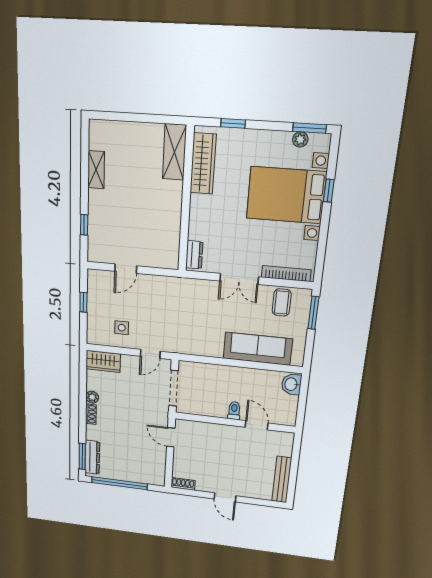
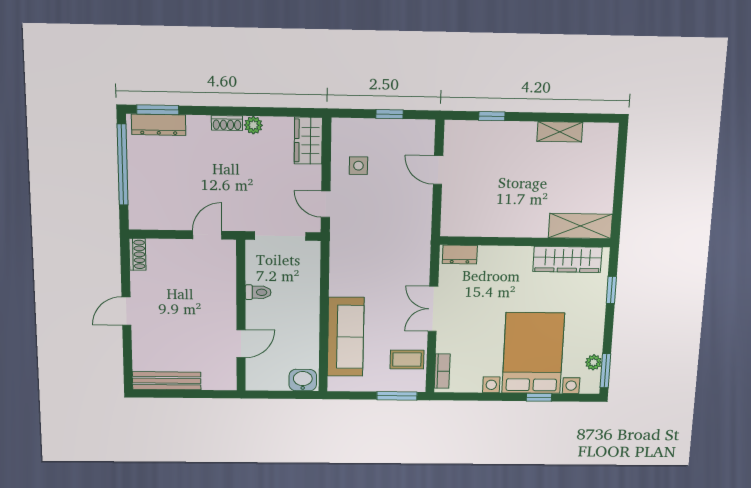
bookcase: (286, 274) -> (442, 371), width x0.64
toilet: (234, 411) -> (258, 292), moved

